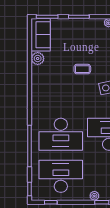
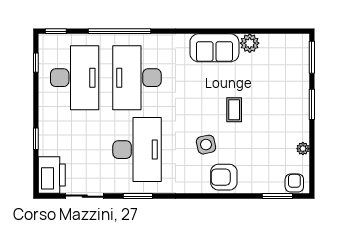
sofa: (41, 35) -> (214, 48), moved
plant: (94, 196) -> (45, 128), removed

